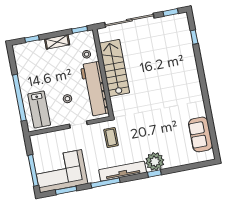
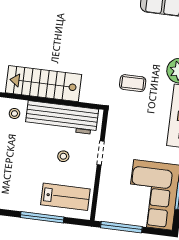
window: (19, 98) -> (42, 217), width x0.68
coffee table: (111, 137) -> (133, 83), moved
window: (33, 170) -> (121, 227), moved

